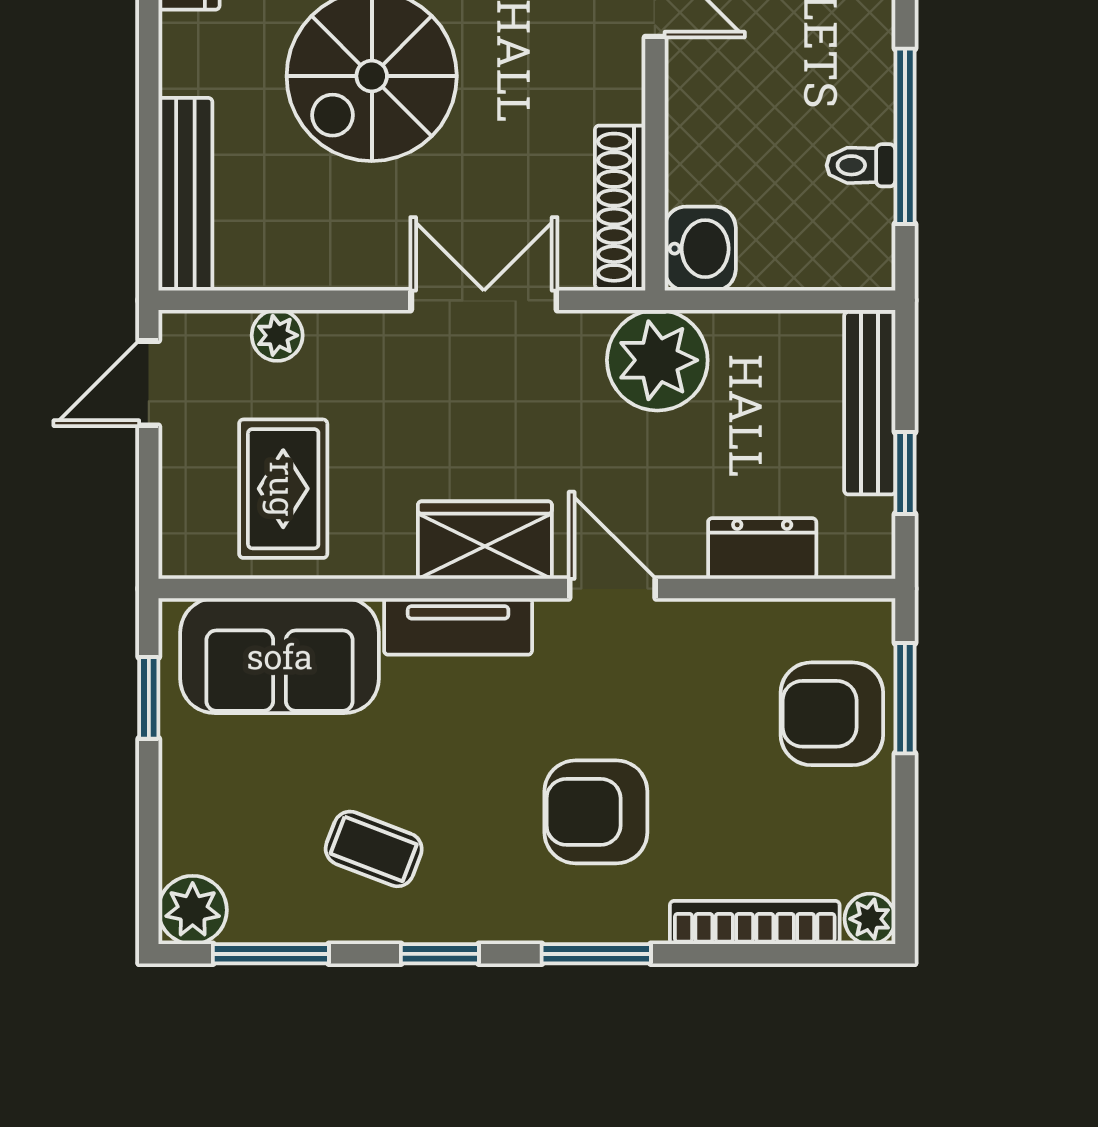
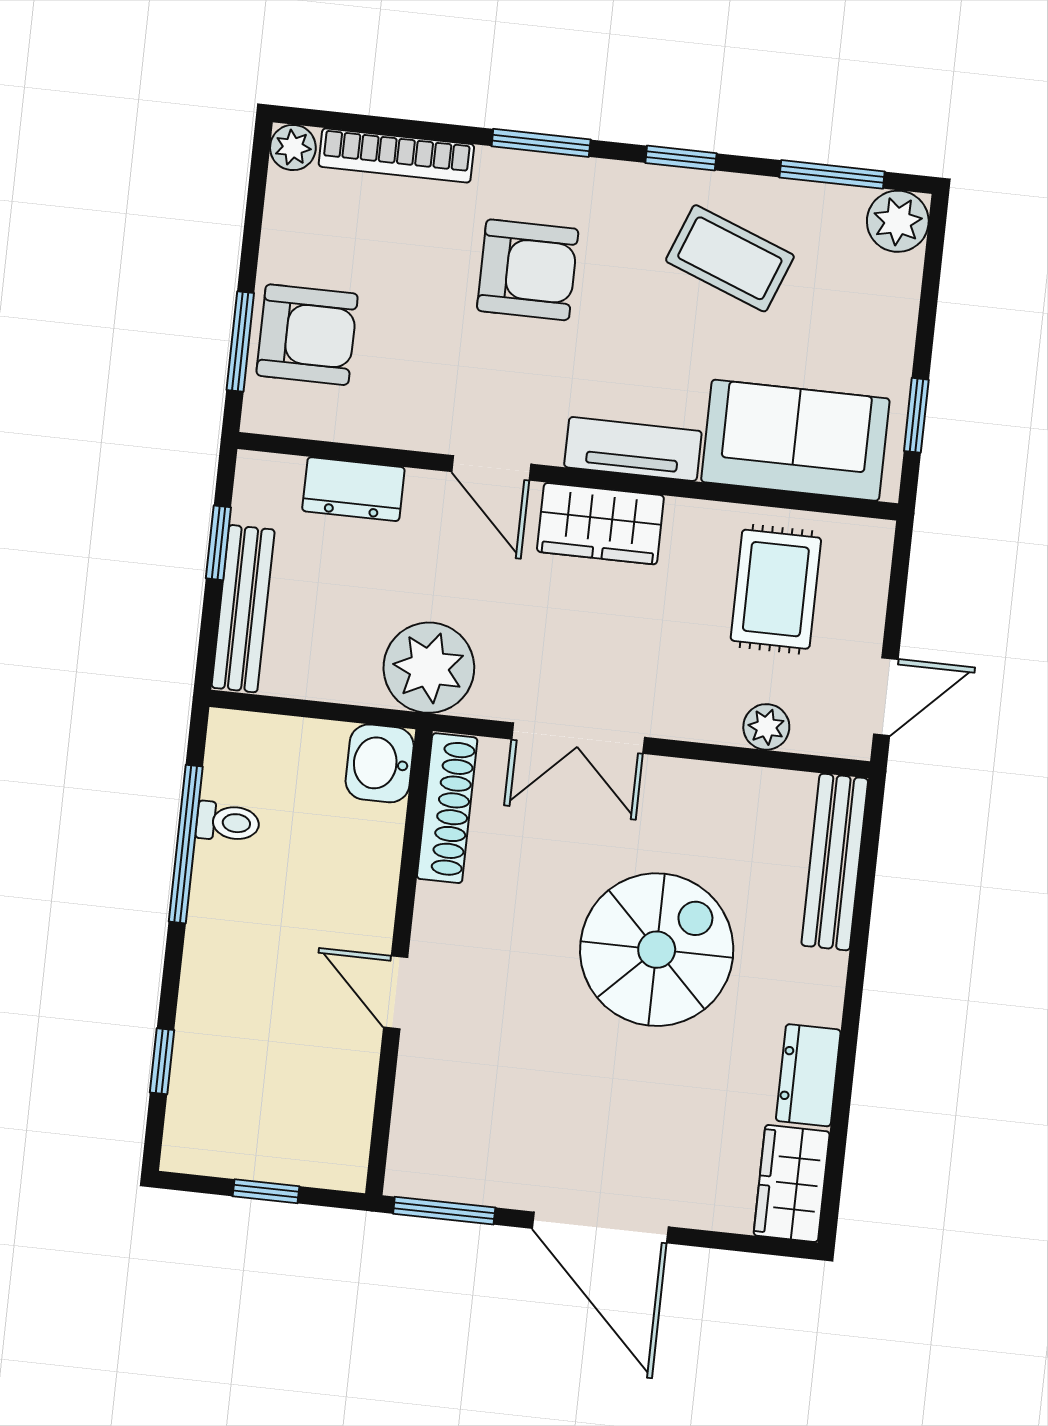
coffee table: (374, 849) -> (730, 258), width x1.36, depth x1.30

